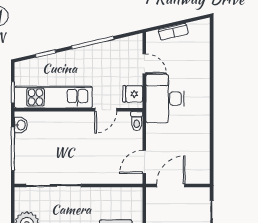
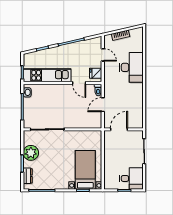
desk: (165, 99) -> (131, 67), moved, turned 180
door: (106, 110) -> (79, 83), hinge flipped
door: (144, 162) -> (103, 105), moved

